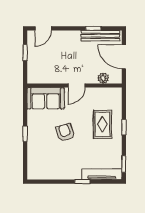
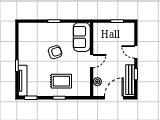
door: (43, 28) -> (136, 52), moved
door: (77, 86) -> (92, 61), swing flipped

